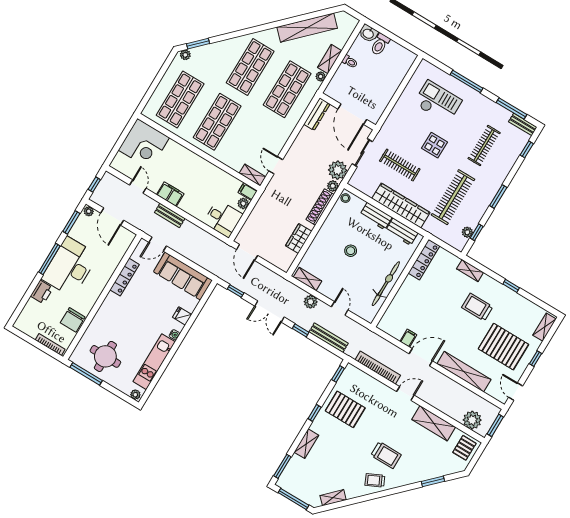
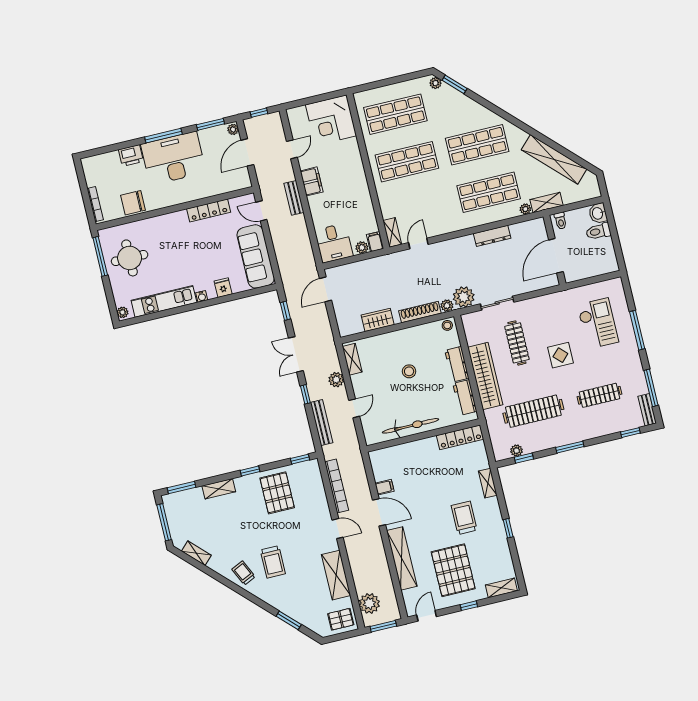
wall: (348, 111) -> (555, 250), moved
door: (352, 114) -> (556, 256), moved

